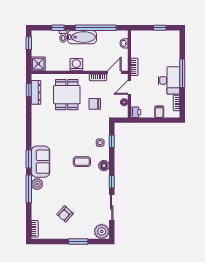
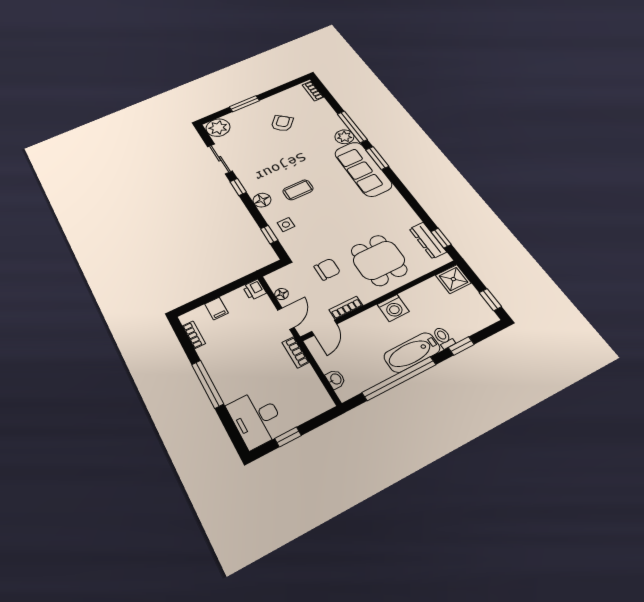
desk: (169, 80) -> (256, 418), moved
sofa: (40, 162) -> (363, 169), width x1.36

